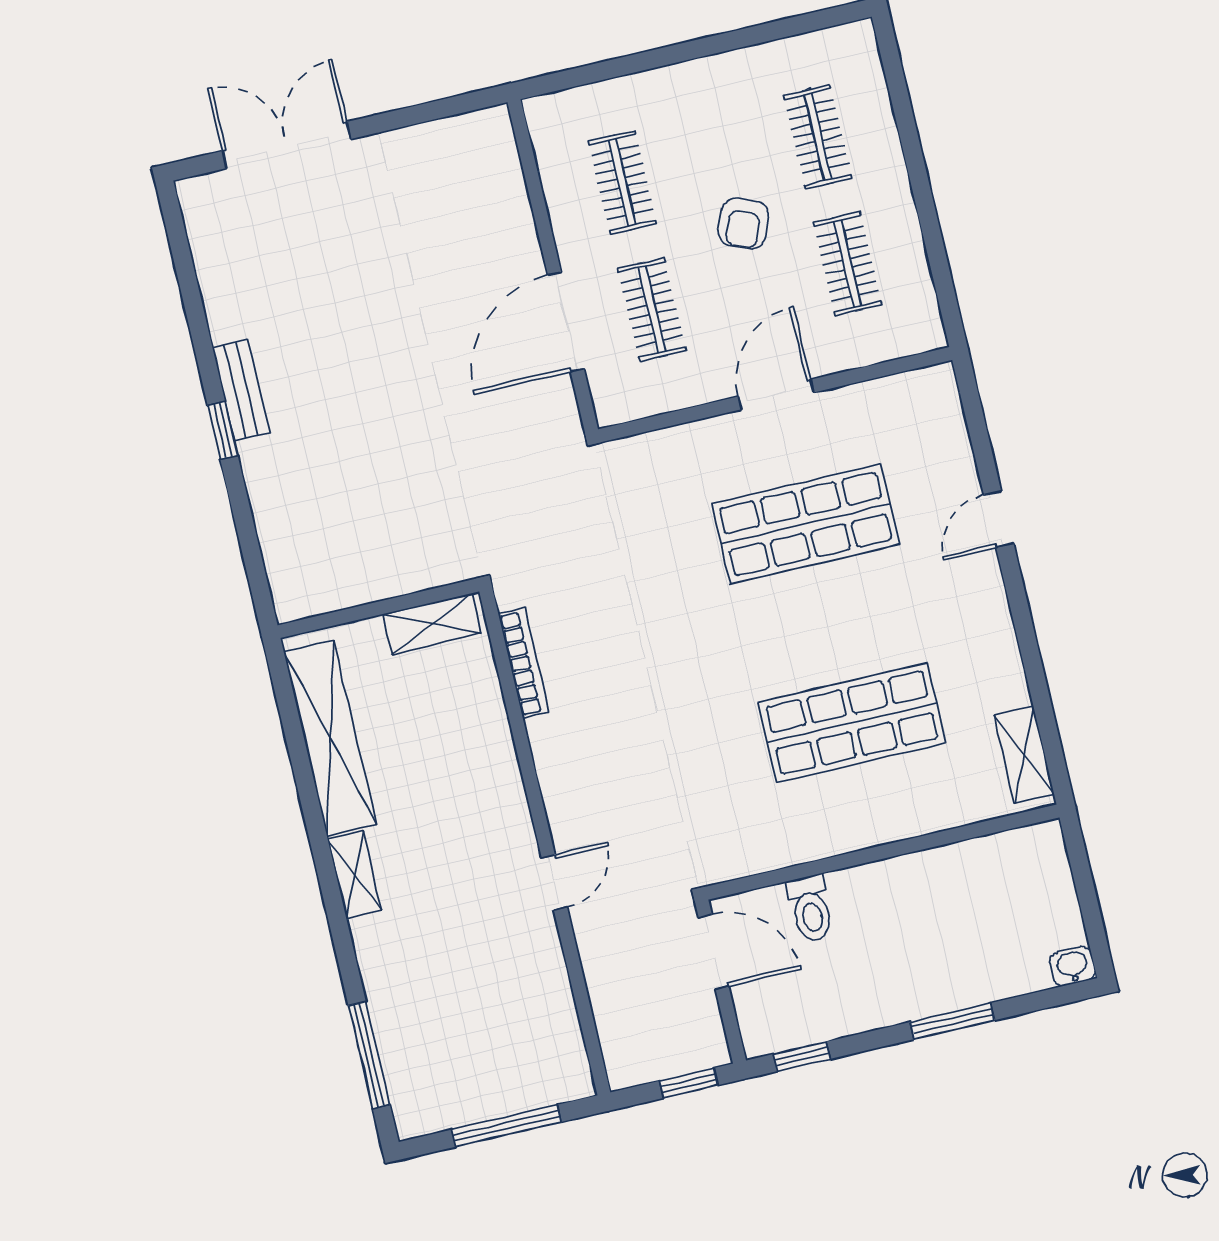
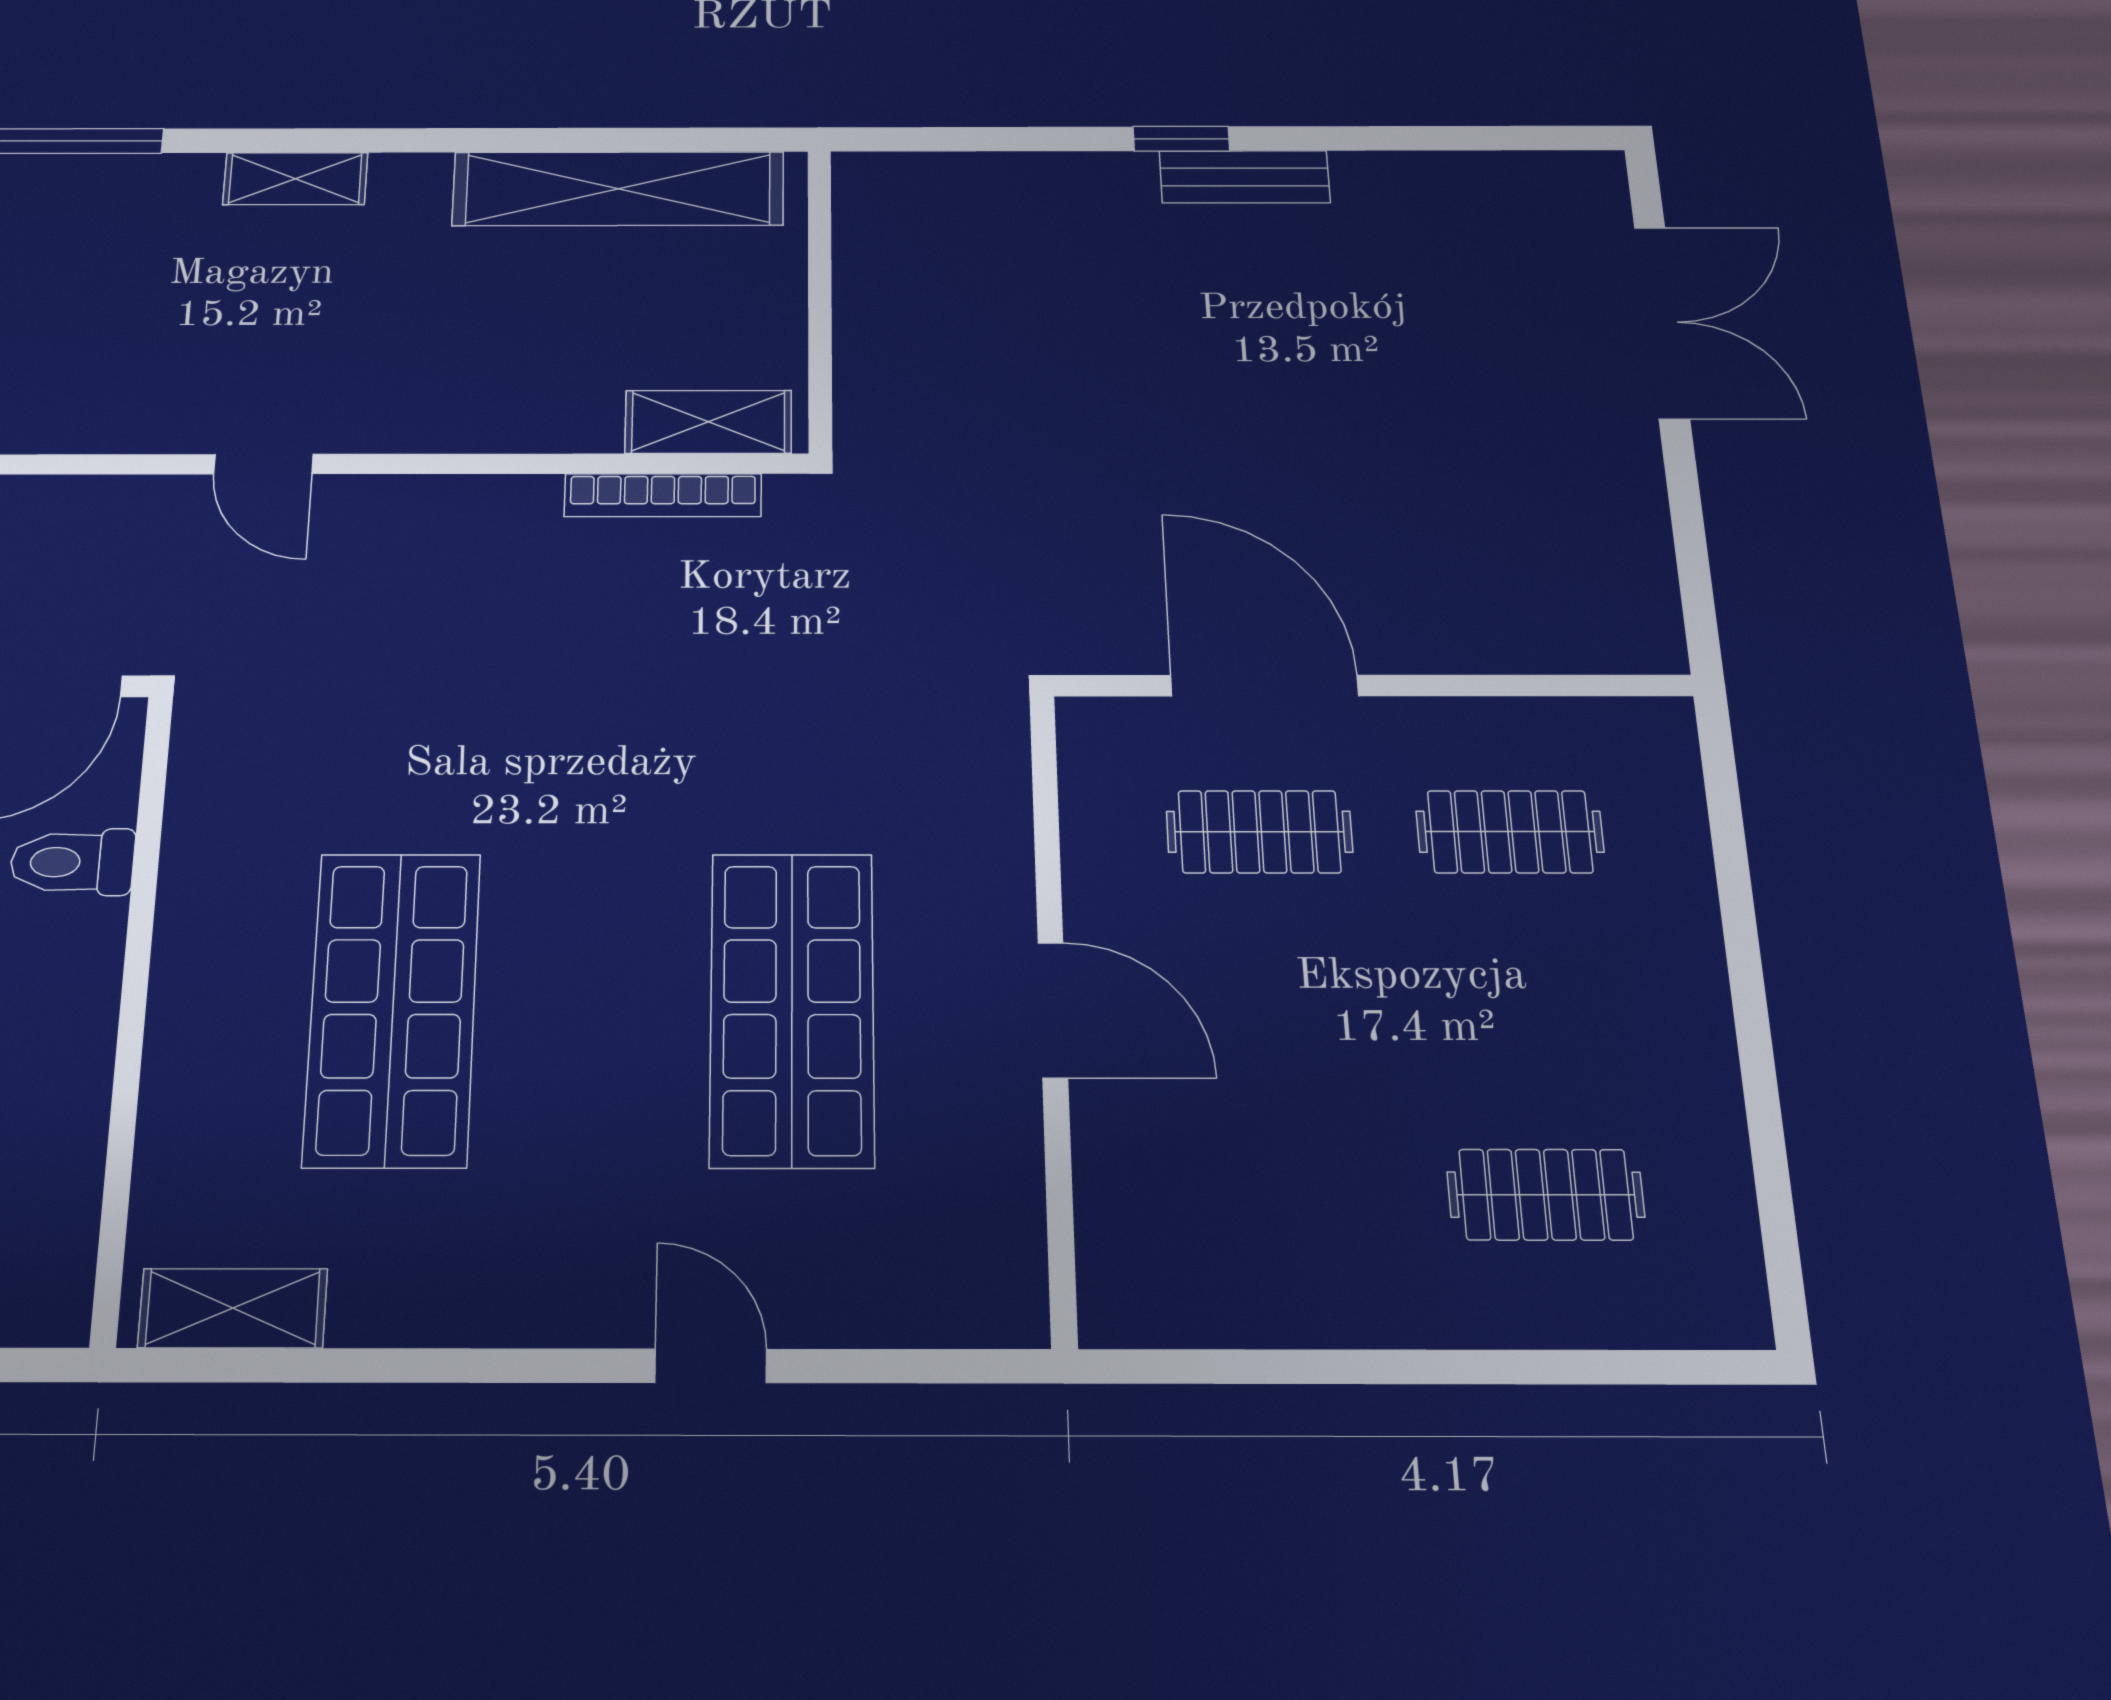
armchair: (744, 224) -> (1395, 1024), removed
clothes rail: (847, 264) -> (1283, 1194), removed
shelving: (432, 624) -> (708, 422), moved, turned 90
shelving: (355, 875) -> (295, 179), moved

